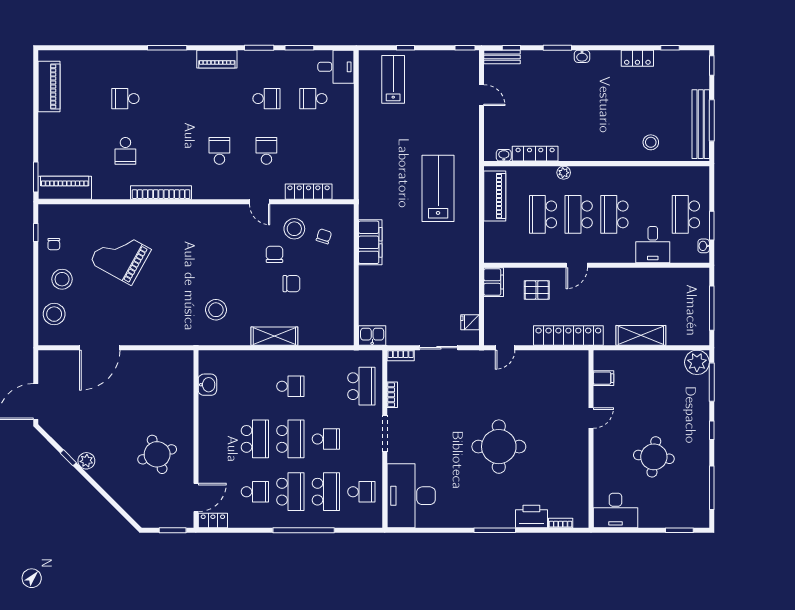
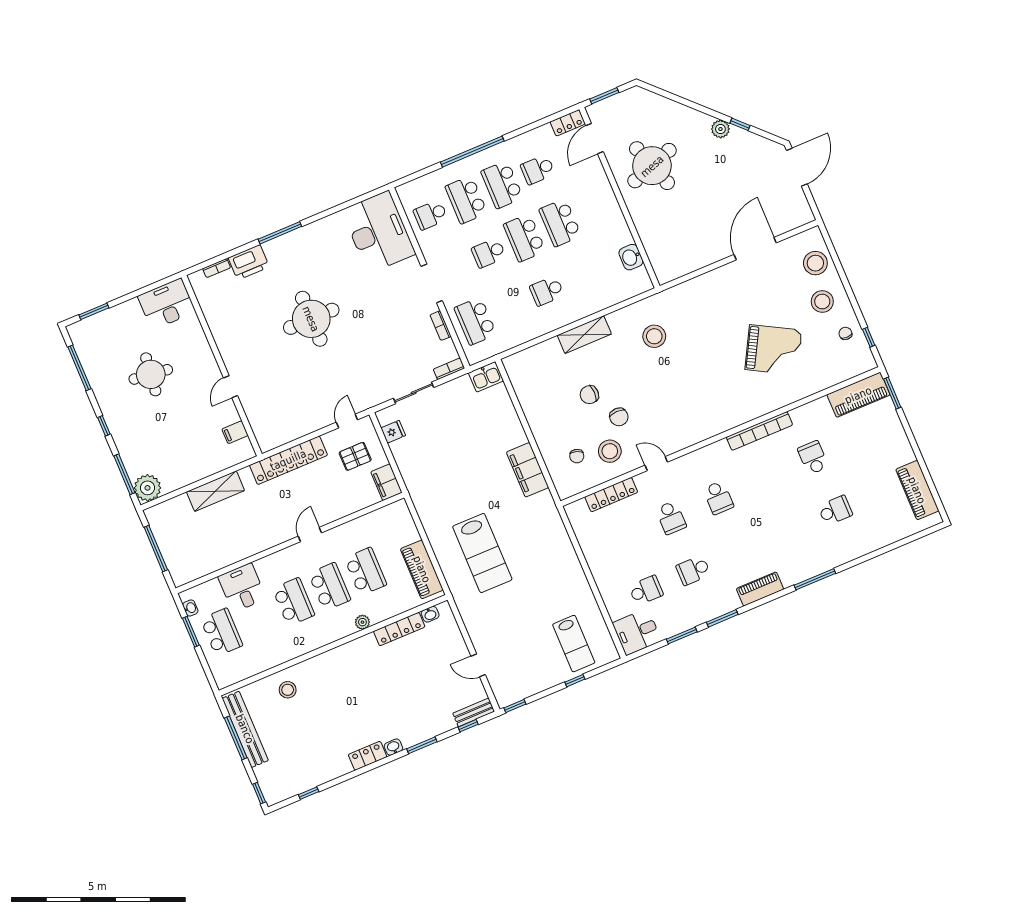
locker: (637, 58) -> (368, 756), moved
pallet: (537, 290) -> (355, 456), moved
round table: (157, 454) -> (652, 166), width x1.36, depth x1.36

